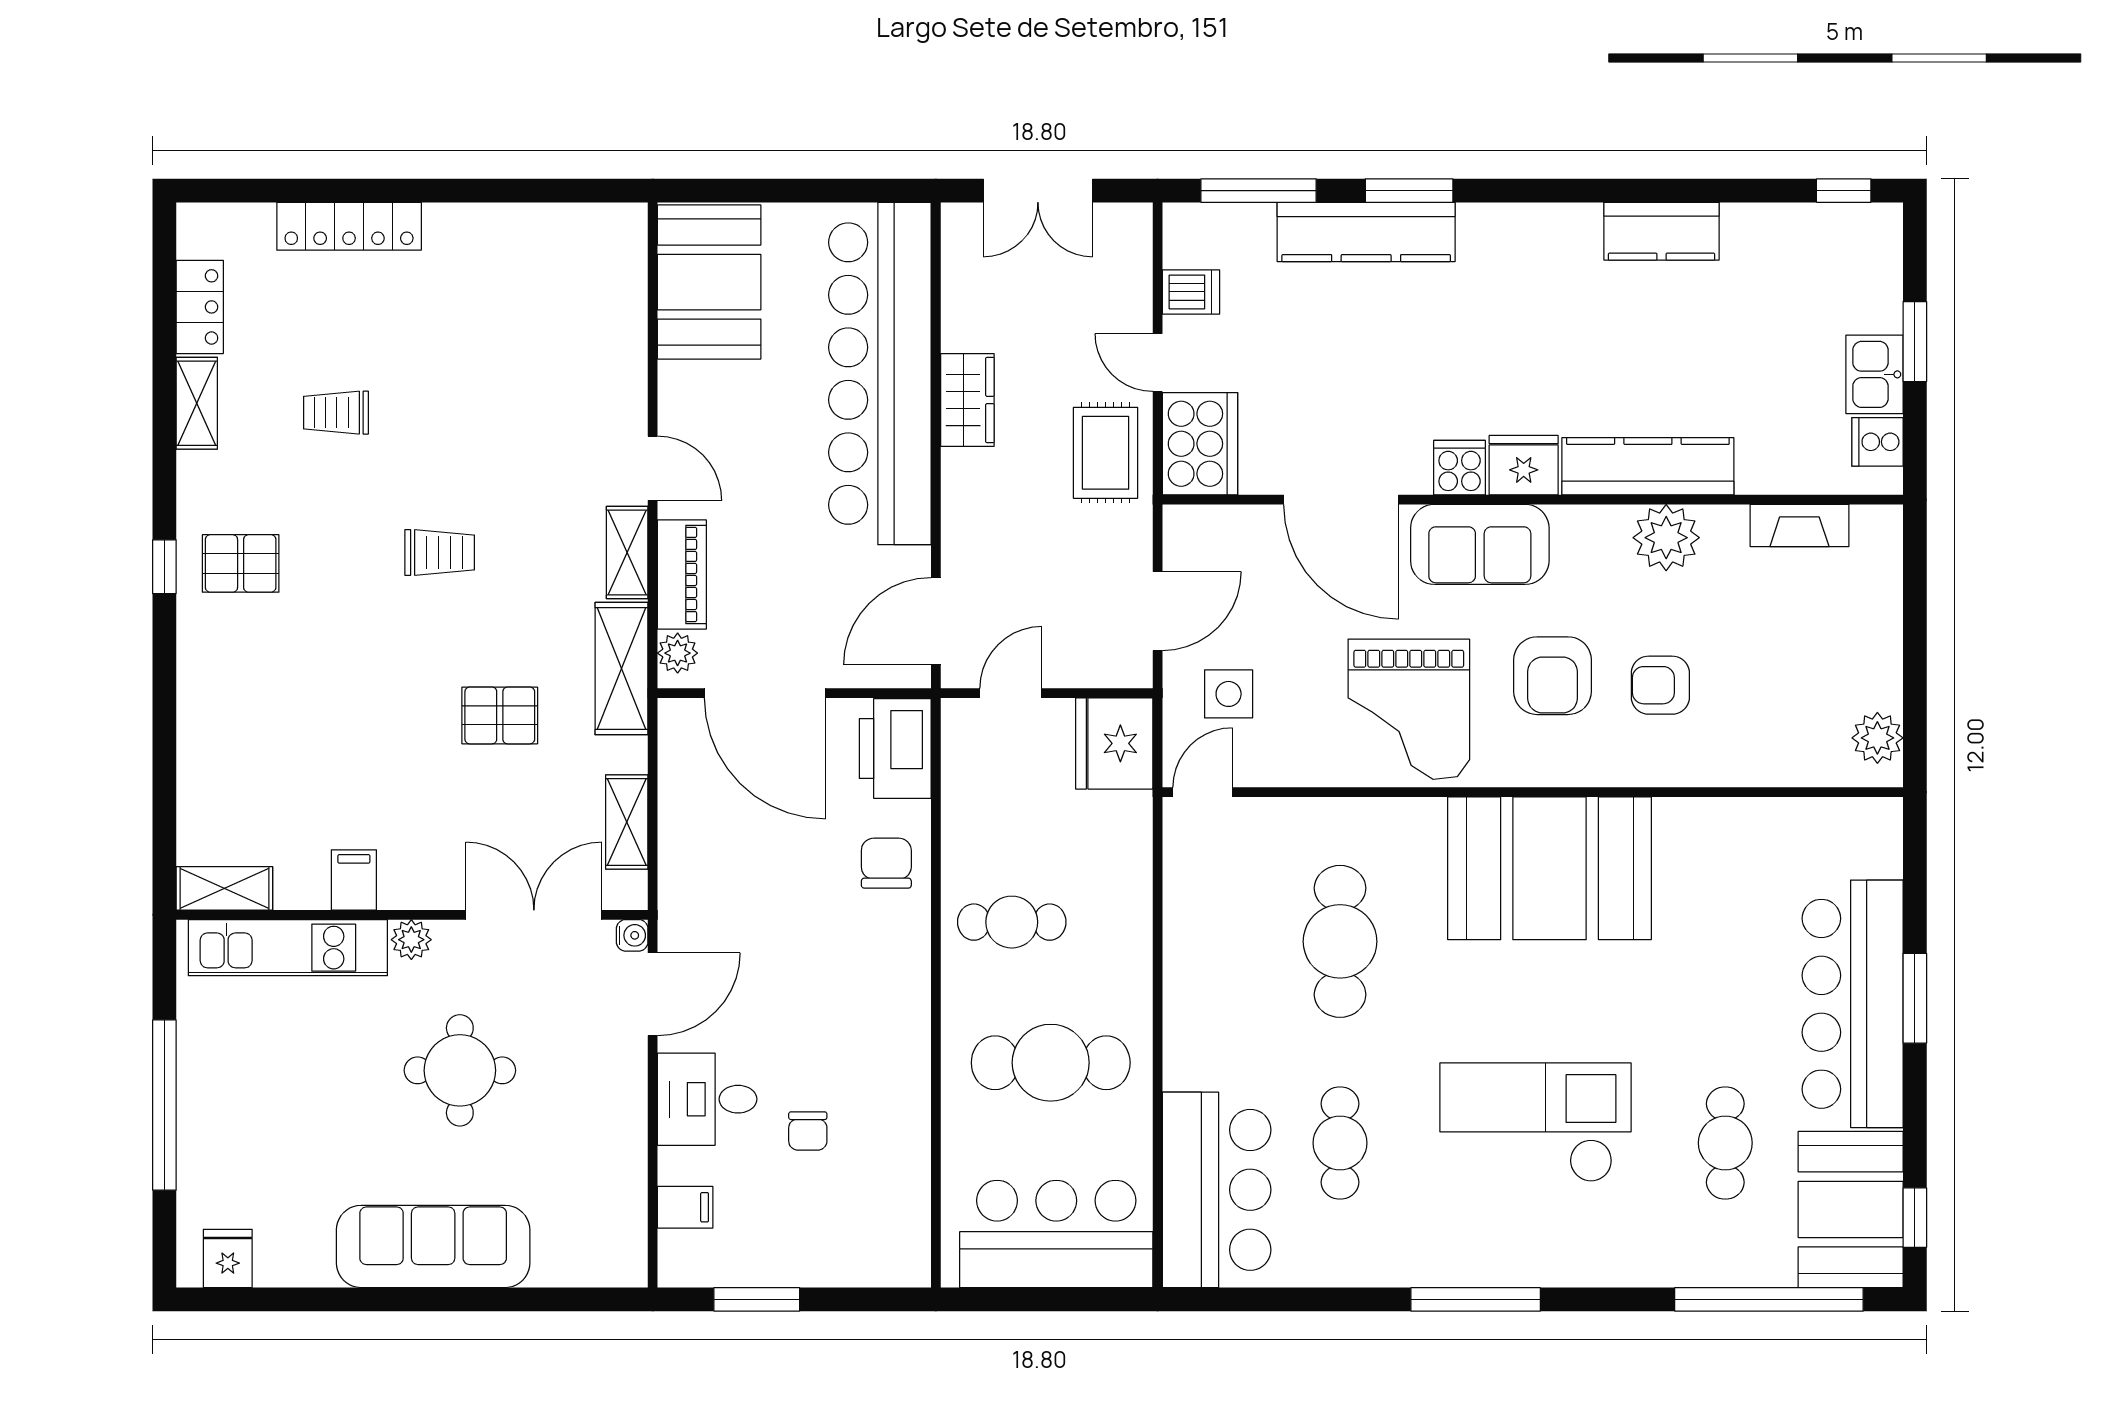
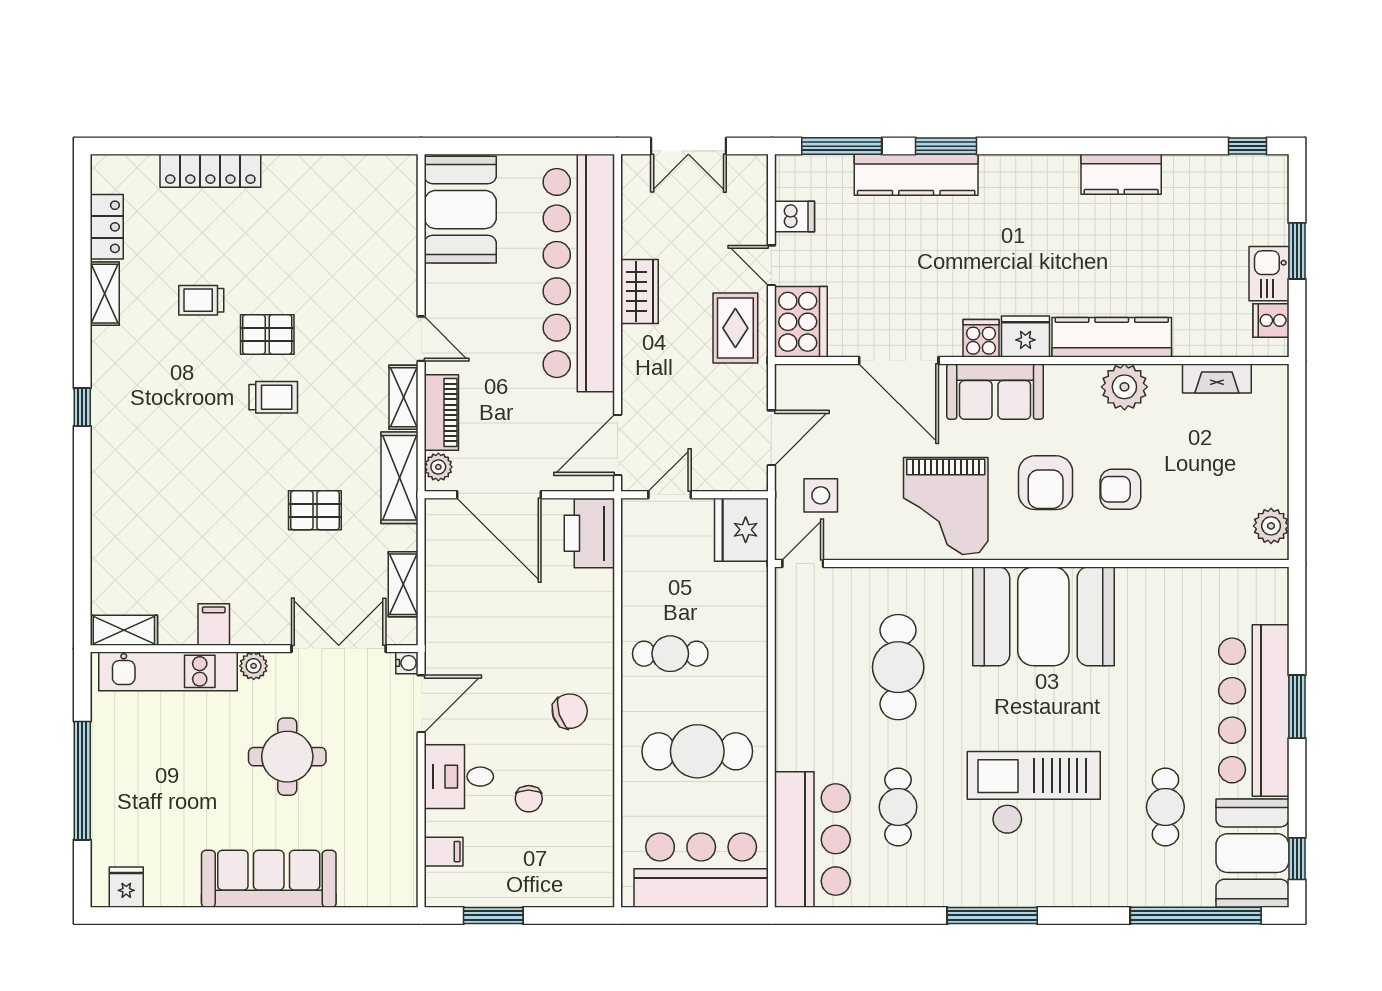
pallet: (241, 563) -> (267, 334), moved
chair: (886, 863) -> (570, 711), moved, turned 72

